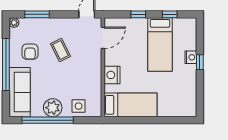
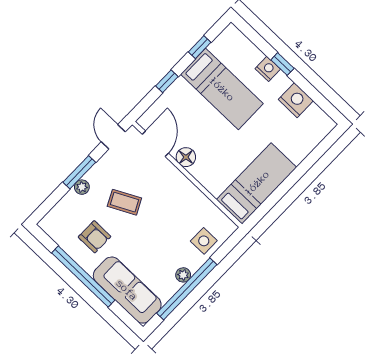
window: (37, 14) -> (79, 172), moved
plant: (14, 23) -> (82, 187), moved
floor lamp: (111, 59) -> (186, 157), added
nightstand: (112, 75) -> (296, 100), moved, turned 180
plant: (53, 108) -> (183, 275), width x0.53, depth x0.53

